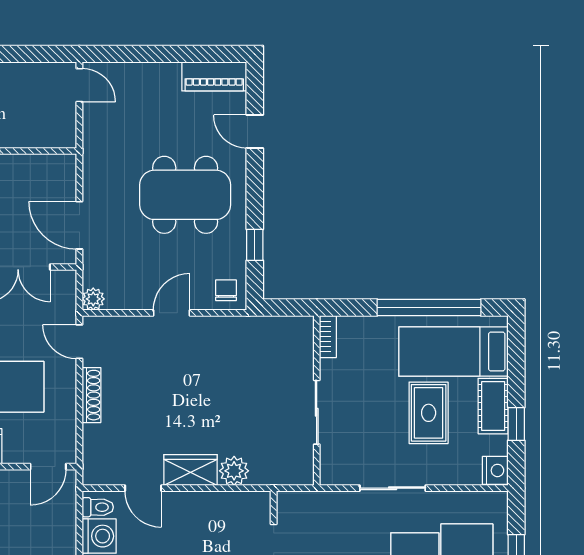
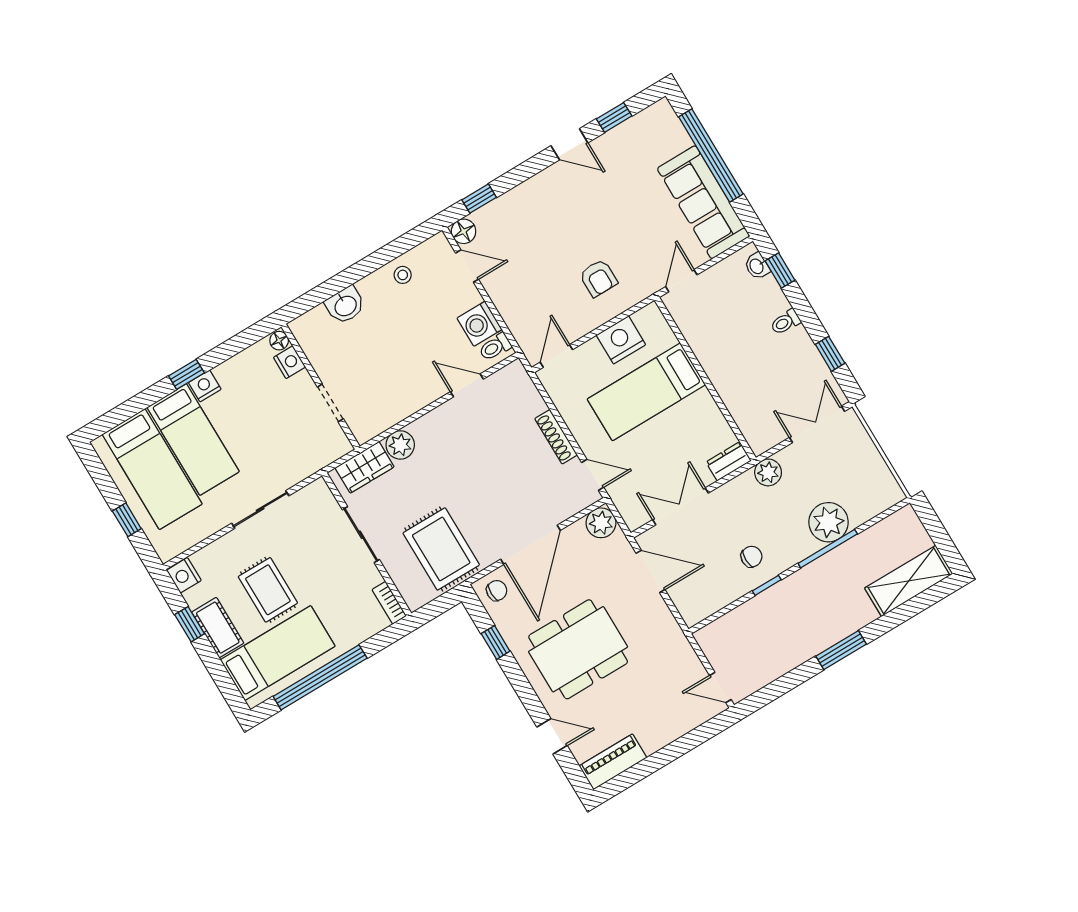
chair: (226, 290) -> (497, 591), turned -90
plant: (93, 299) -> (601, 523), width x1.38, depth x1.38
door: (172, 313) -> (531, 545), width x1.88
rug: (253, 357) -> (441, 549), added
wardrobe: (191, 470) -> (365, 467), moved

